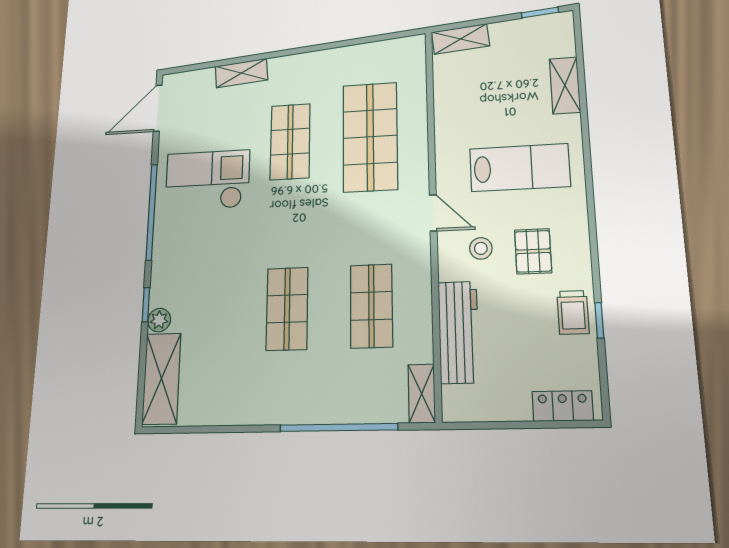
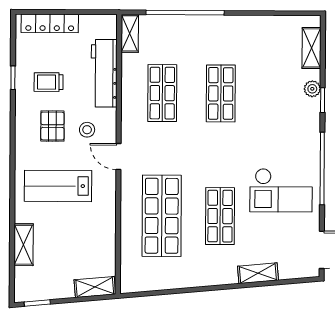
trolley: (573, 312) -> (49, 82), moved, turned -90
shelving: (161, 379) -> (312, 48), width x0.67, depth x0.75
locker: (563, 406) -> (50, 23), width x1.53

